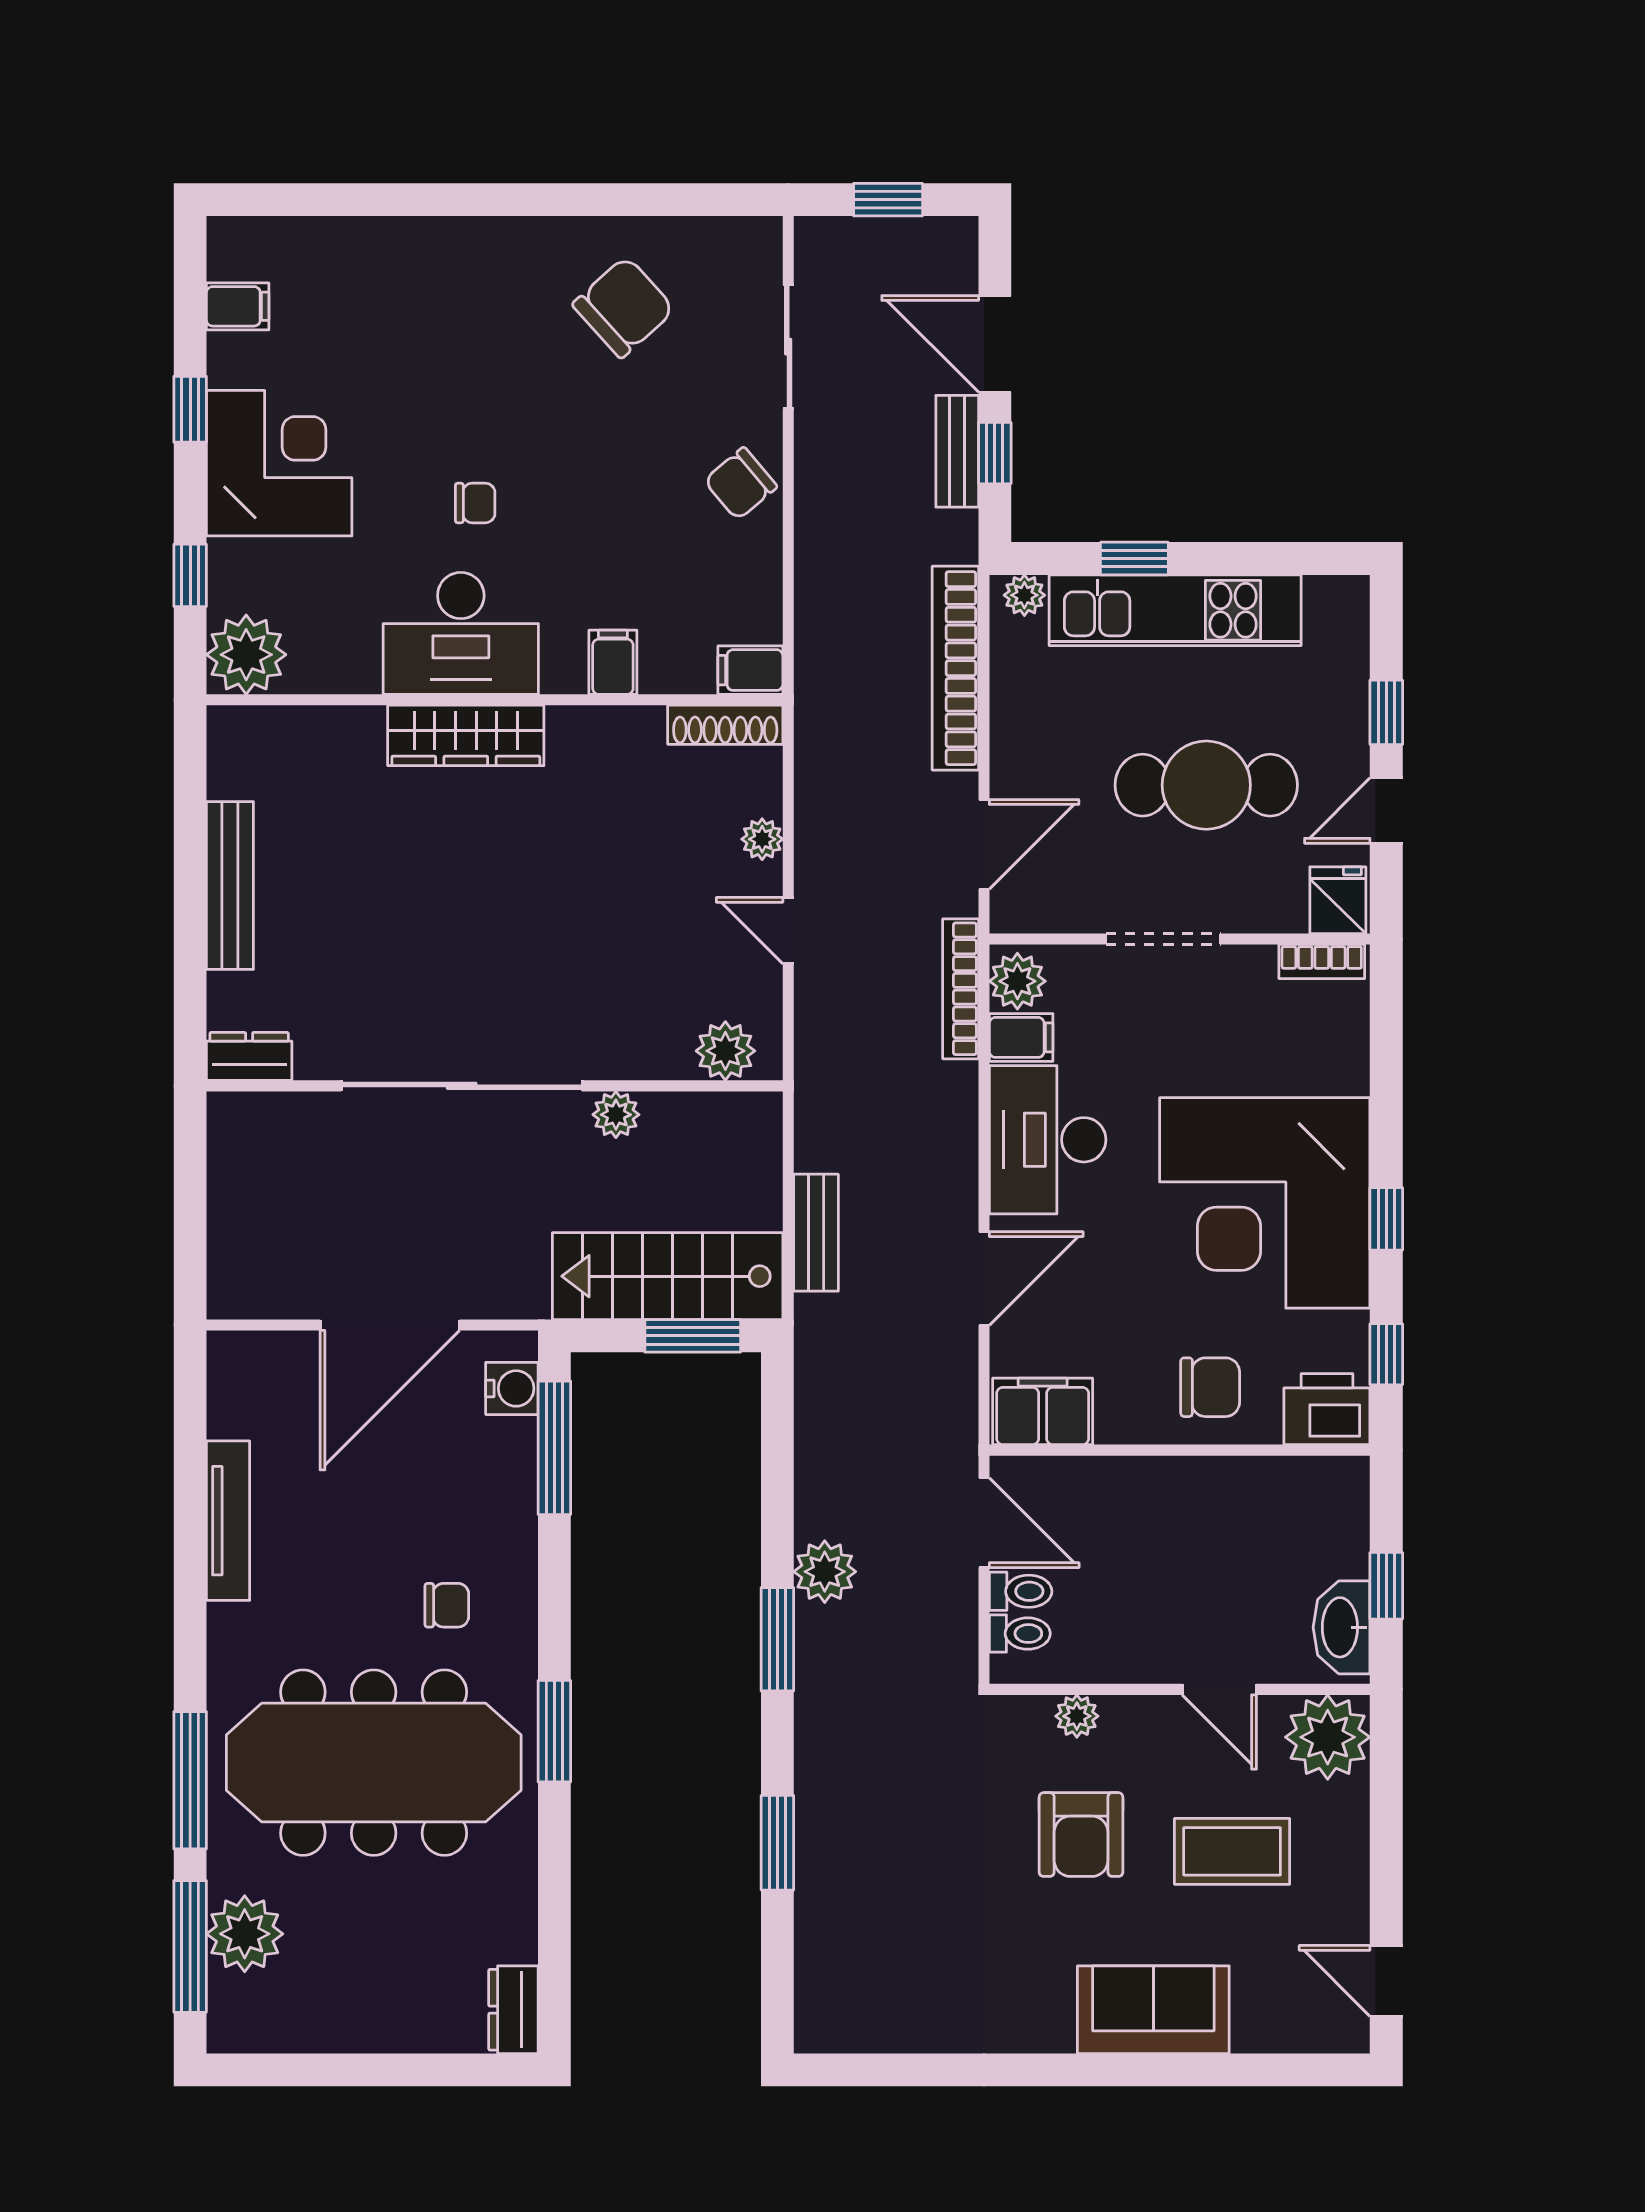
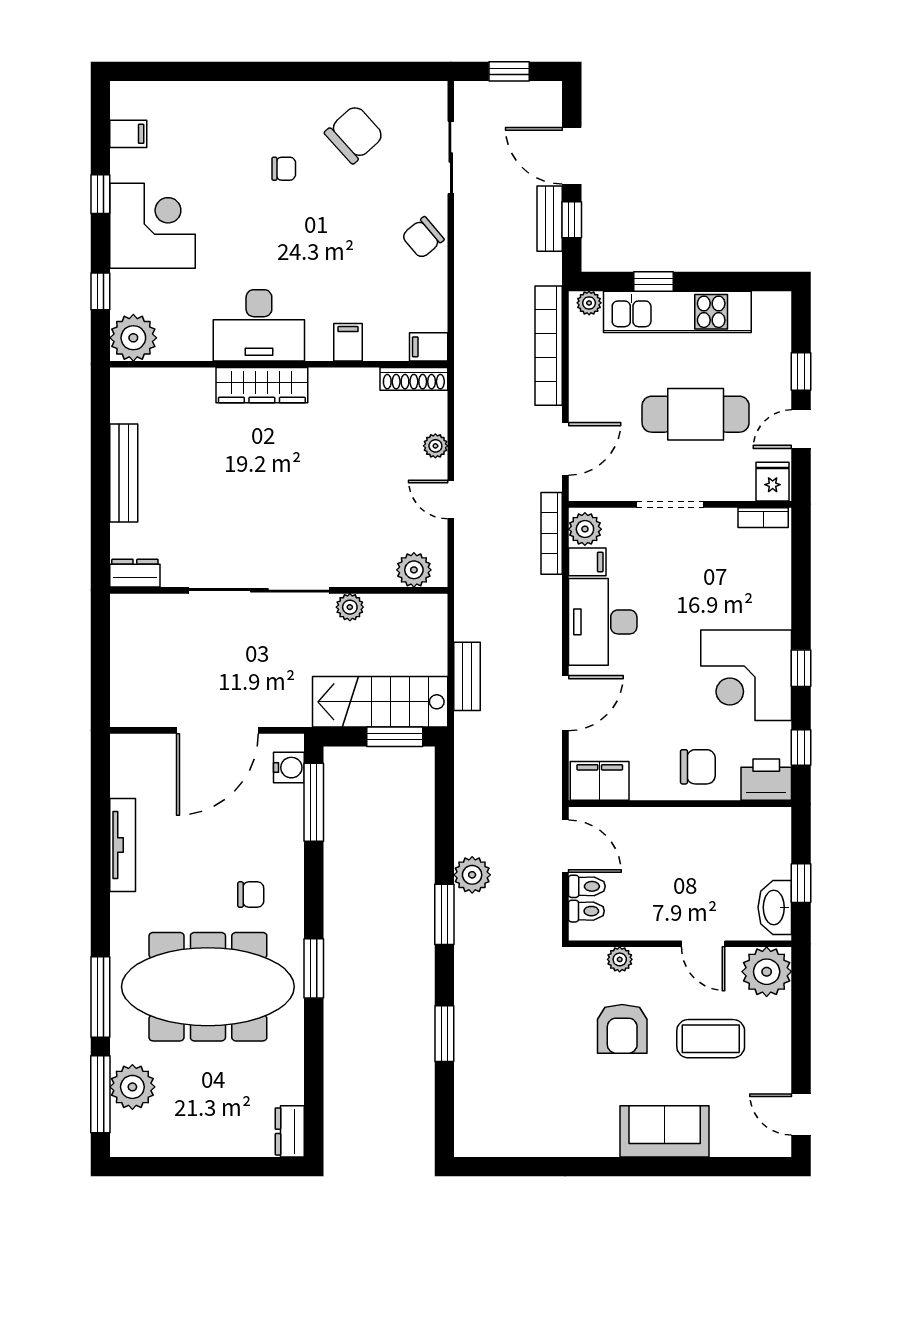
chair: (475, 503) -> (284, 169), moved
corner desk: (1265, 1203) -> (746, 675), width x0.74, depth x0.74

